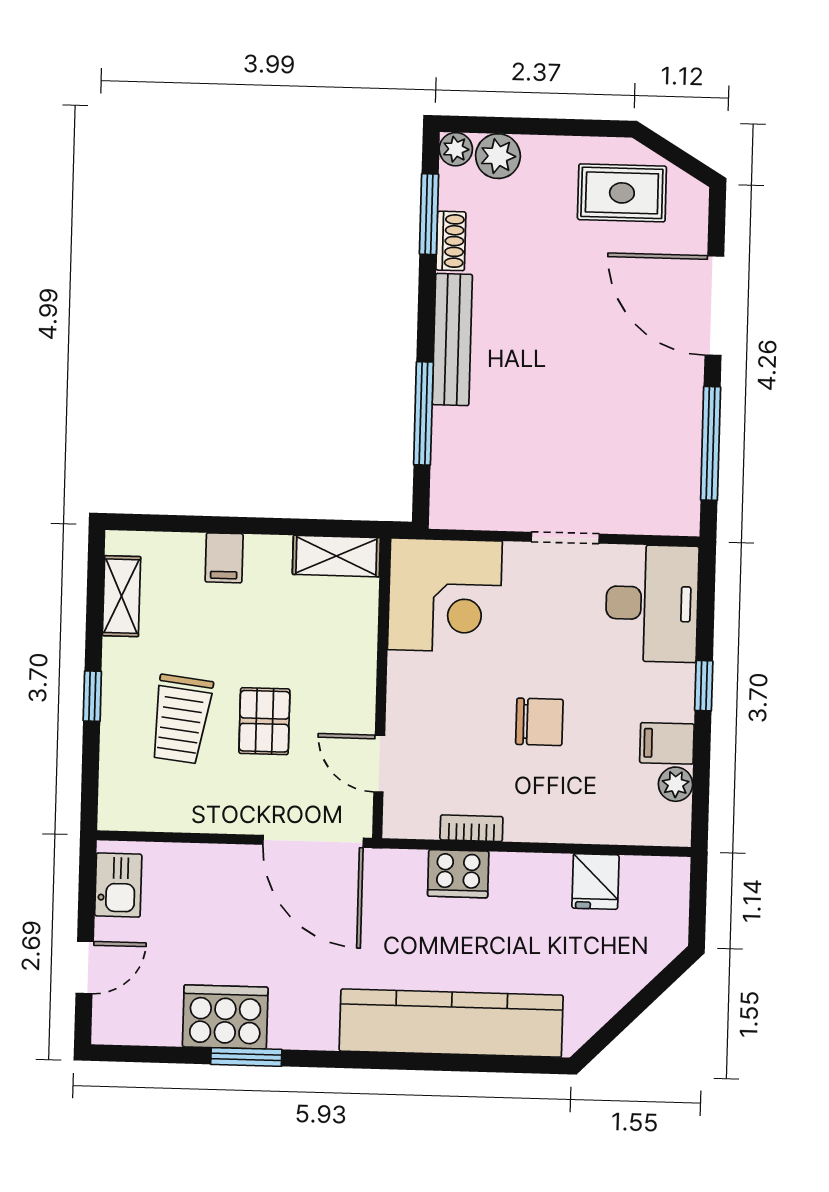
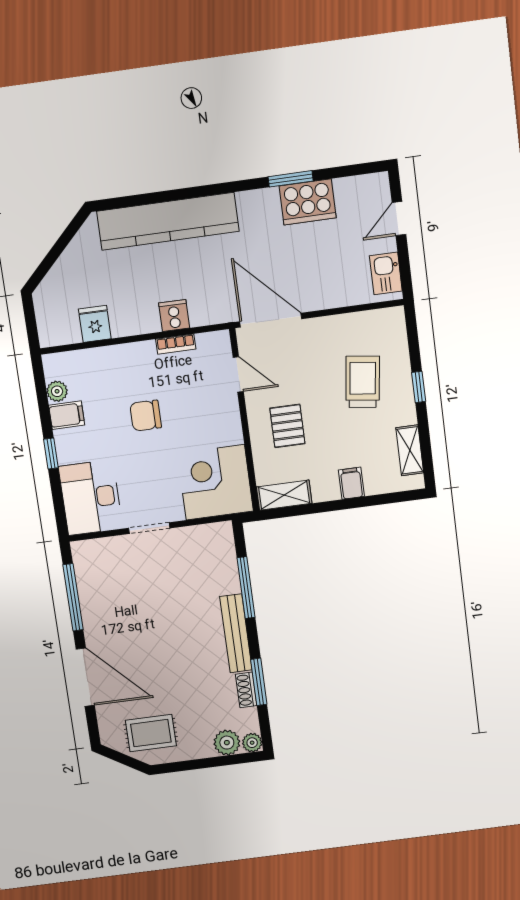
window: (429, 214) -> (259, 682), moved
pallet: (264, 721) -> (287, 426), moved
cooker: (458, 874) -> (174, 316), width x0.73

